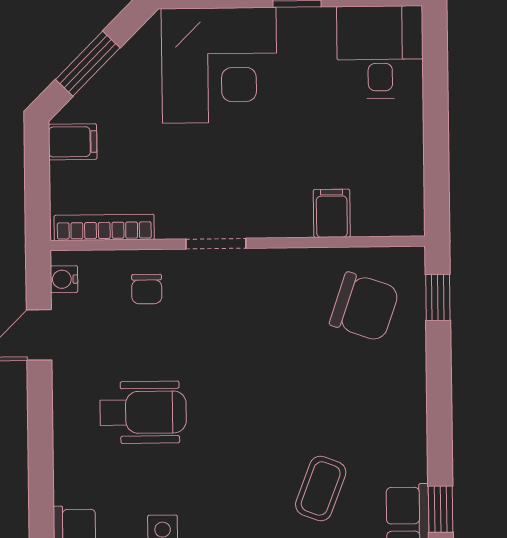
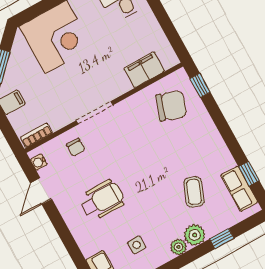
filing cabinet: (332, 213) -> (144, 70), width x2.00
bookcase: (104, 227) -> (37, 135), width x0.64
doorway: (216, 244) -> (95, 113), width x1.38

